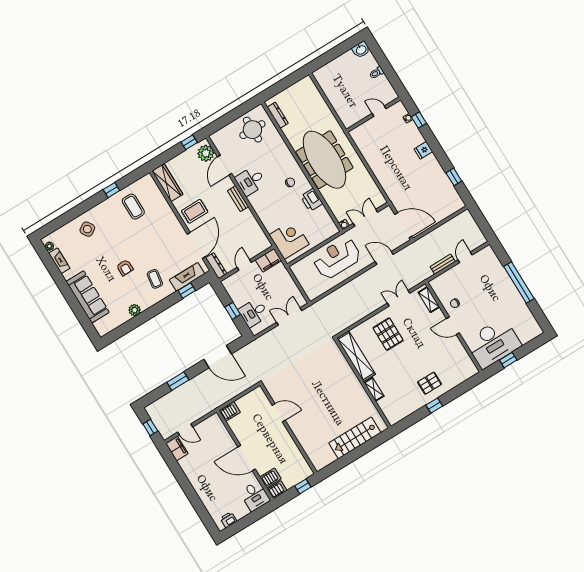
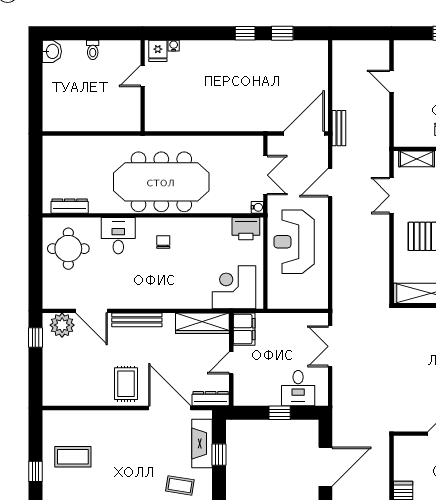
window: (419, 120) -> (245, 33), moved
fridge: (423, 150) -> (158, 51), moved
desk: (251, 181) -> (118, 236), moved, turned 180
wardrobe: (167, 183) -> (202, 323), moved, turned 180
bench: (238, 199) -> (137, 320), width x1.36
printer: (312, 200) -> (246, 229), moved
double door: (365, 218) -> (265, 175), swing flipped
bench: (443, 264) -> (339, 128), moved
door: (244, 265) -> (231, 363), hinge flipped

